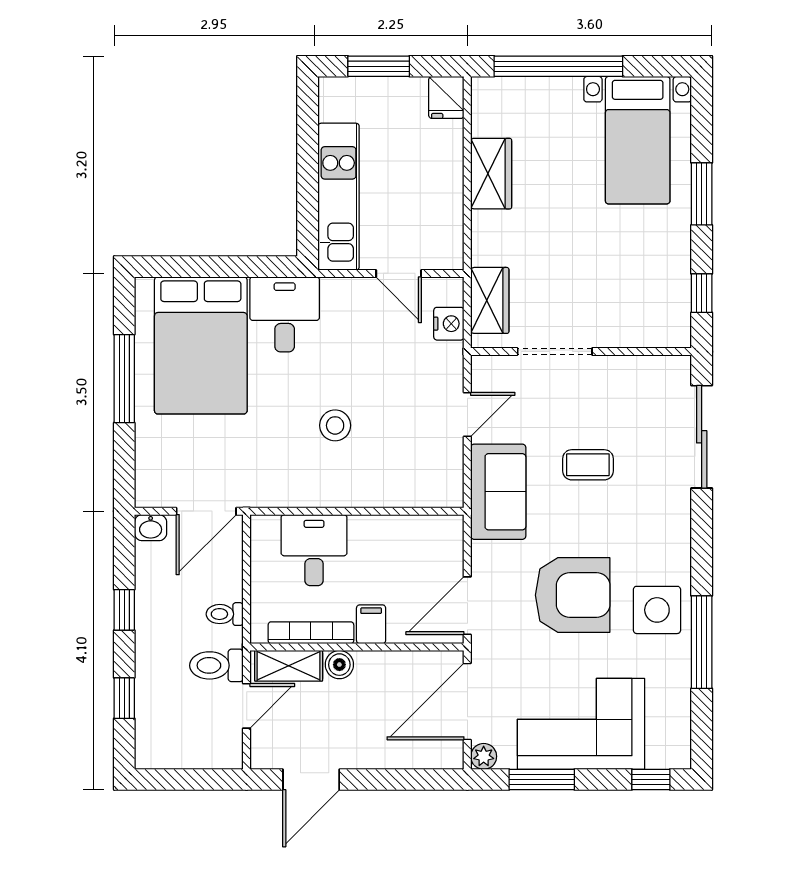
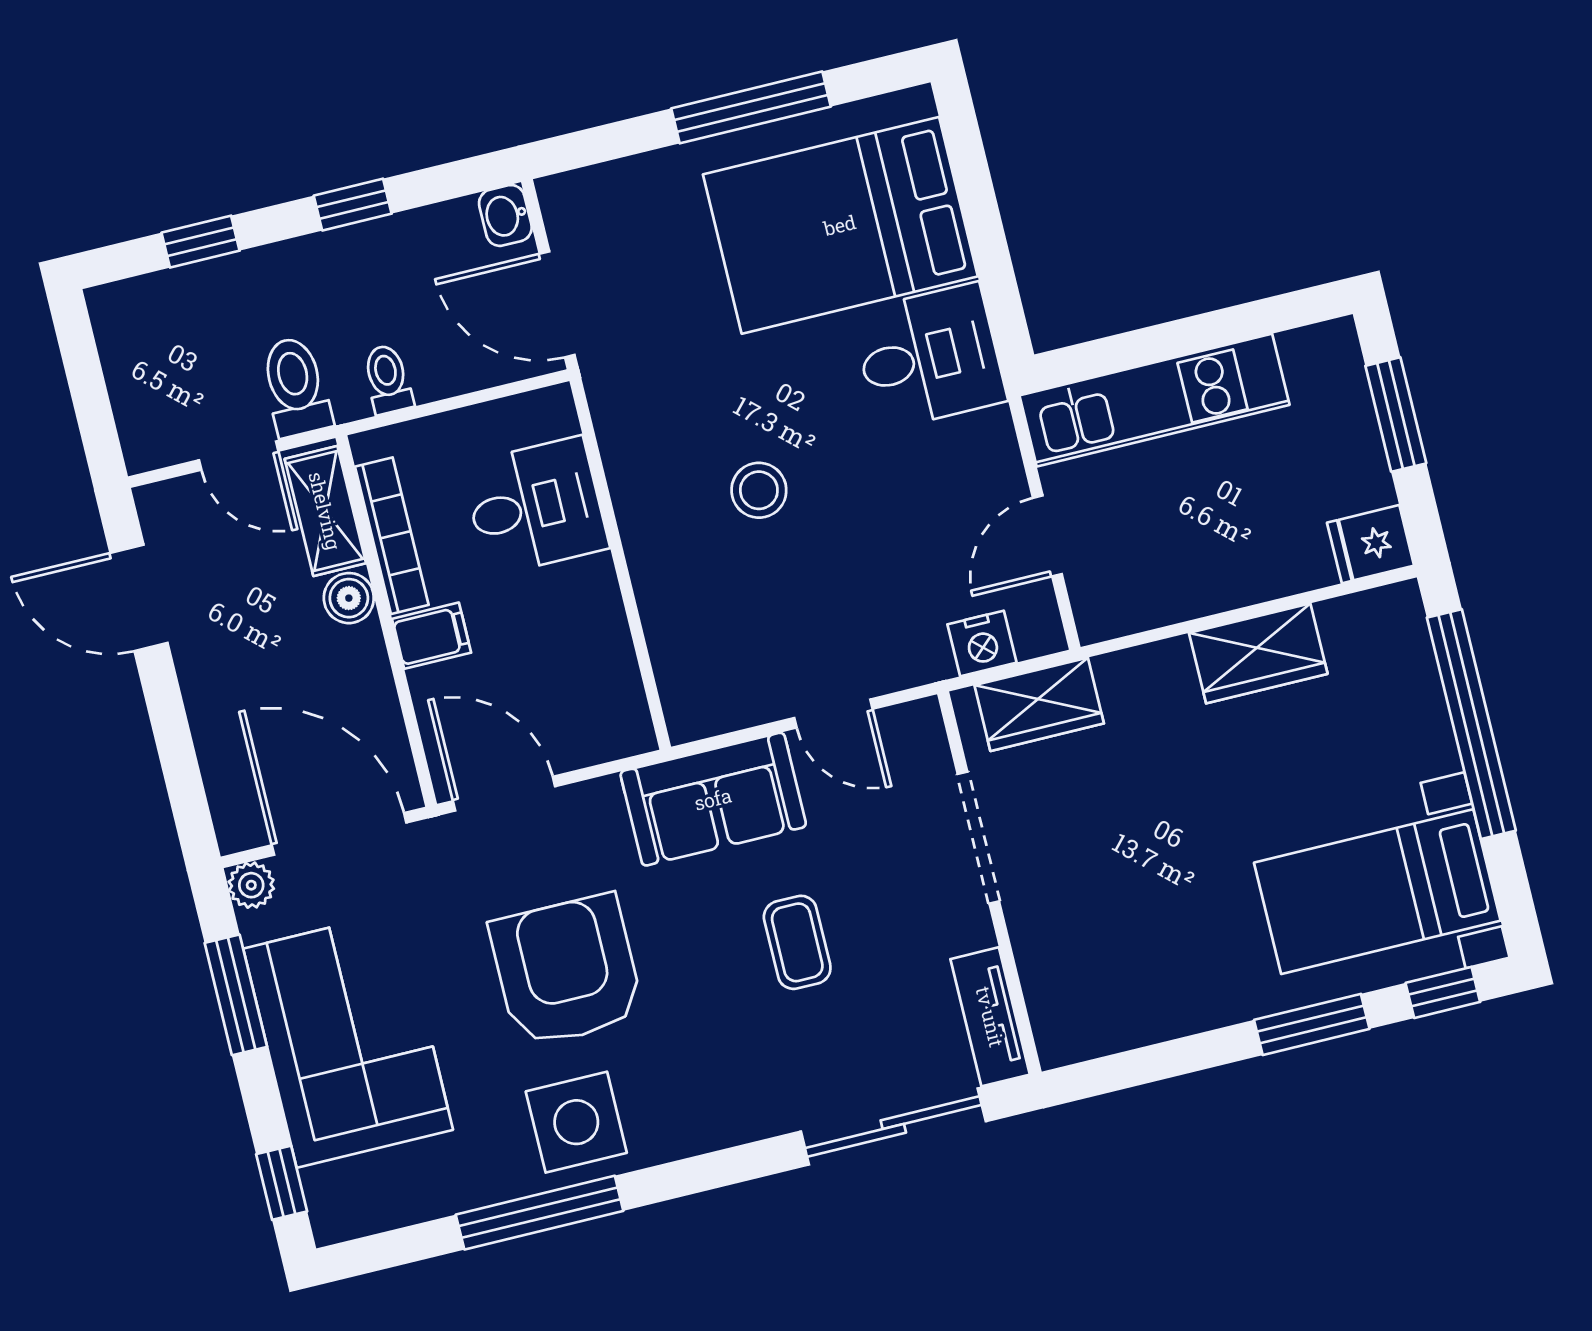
window: (702, 293) -> (1443, 992), moved
tv unit: (655, 369) -> (990, 1017), added
armchair: (573, 595) -> (567, 971), turned 180

